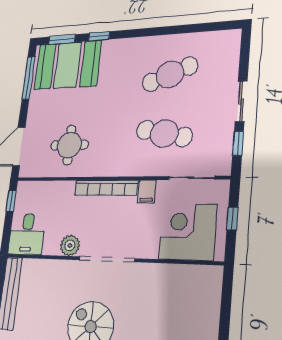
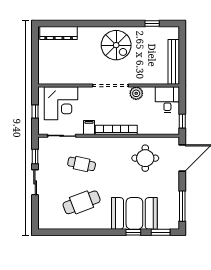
booth: (68, 65) -> (134, 213), moved
cafe table: (164, 133) -> (82, 164), width x0.73, depth x0.74

